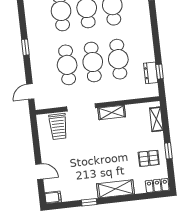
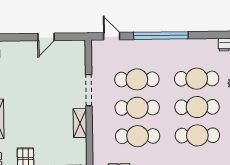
window: (25, 47) -> (161, 36), width x3.17
trolley: (58, 127) -> (70, 63), removed
door: (39, 172) -> (46, 37), moved

